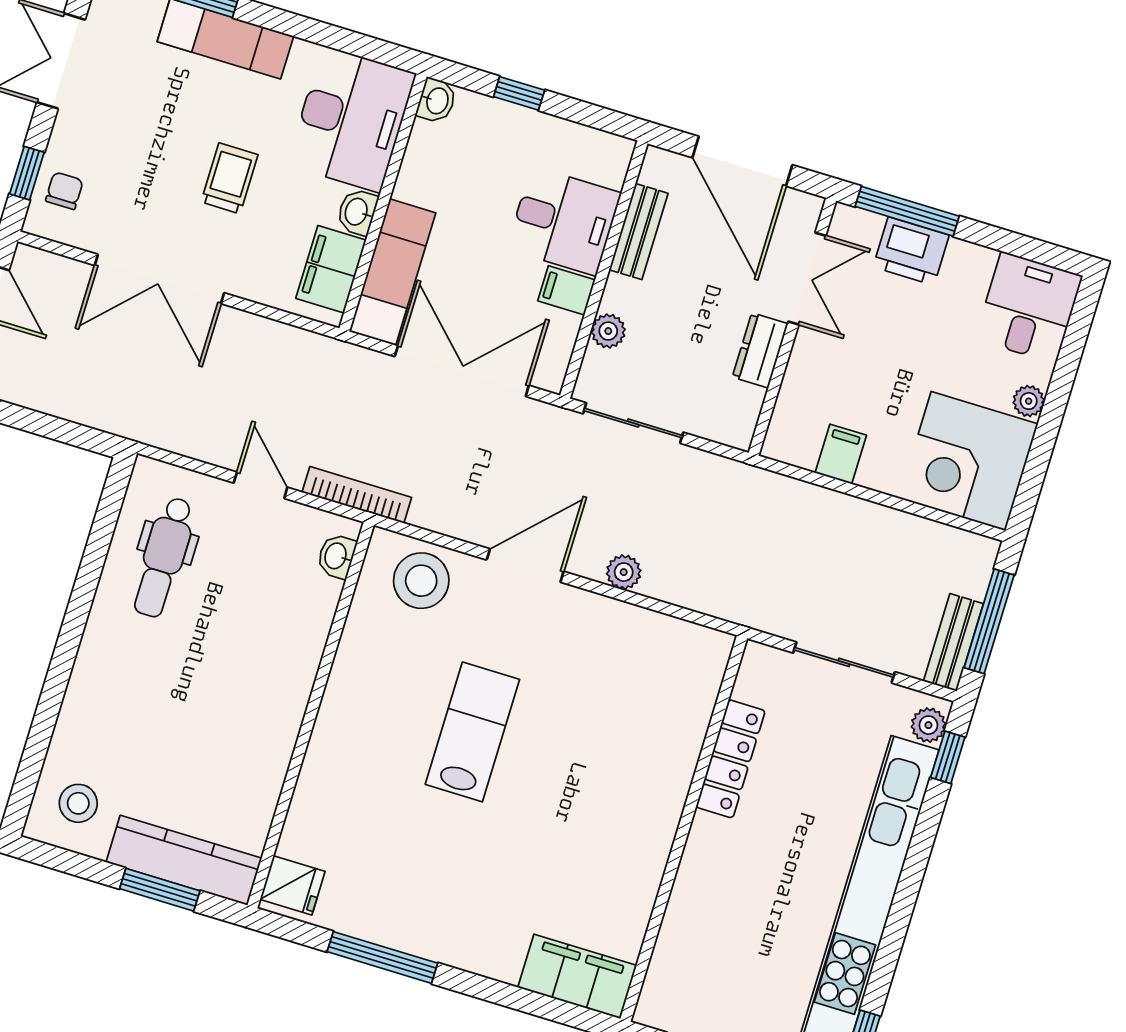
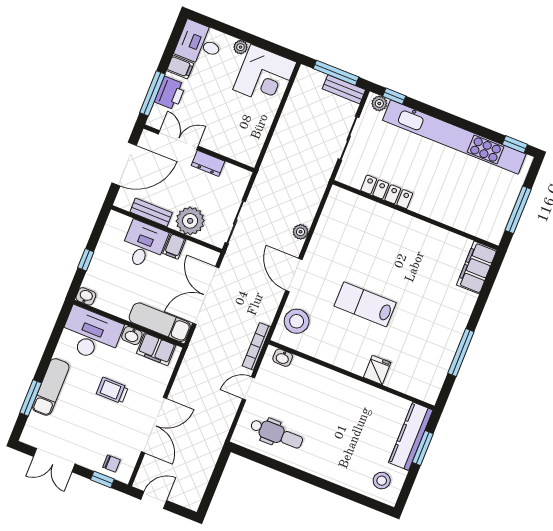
chair: (64, 191) -> (112, 464), turned 180
plant: (608, 331) -> (190, 221), width x1.87, depth x1.87
filing cabinet: (841, 454) -> (180, 67), moved, turned 180
fridge: (293, 885) -> (377, 370), moved

